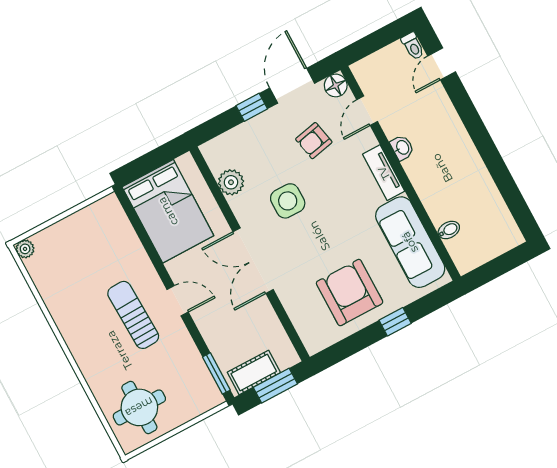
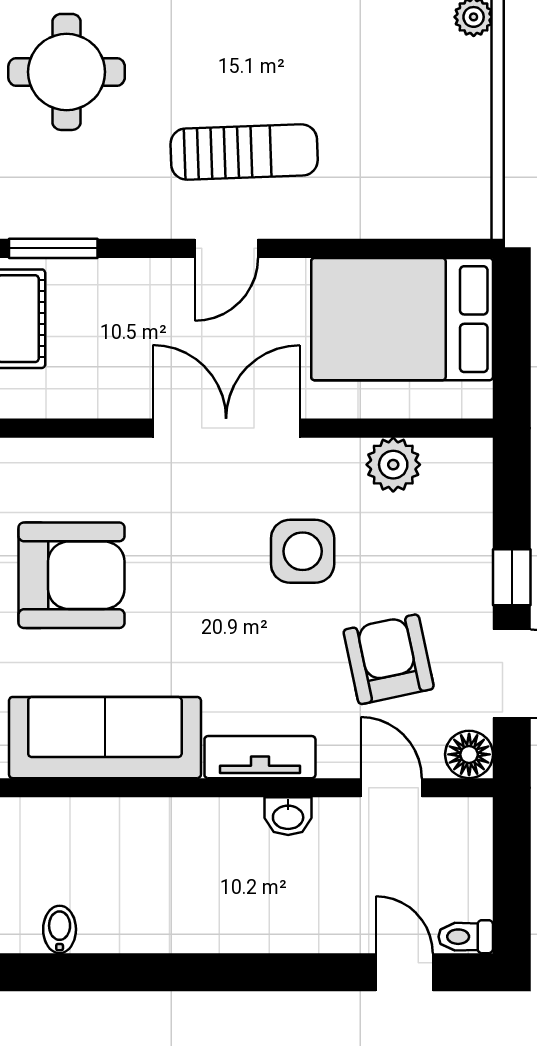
armchair: (314, 141) -> (389, 659), width x1.38, depth x1.38
bidet: (449, 230) -> (60, 929), moved, turned 180

